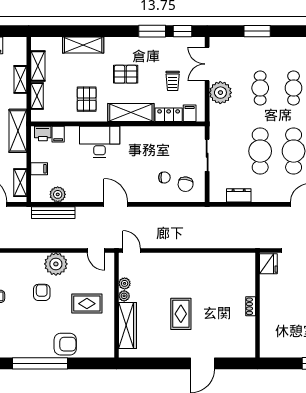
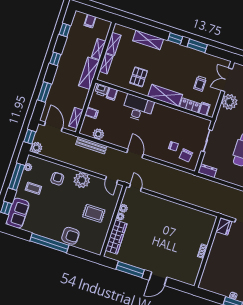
window: (182, 31) -> (175, 39), moved
pallet: (126, 74) -> (170, 69), removed
shelving: (18, 131) -> (89, 73), moved
dresser: (239, 195) -> (207, 171), moved
armchair: (42, 292) -> (57, 179), moved
rug: (181, 314) -> (154, 241), removed
window: (161, 363) -> (130, 270), added

